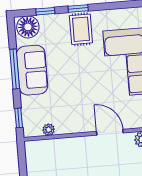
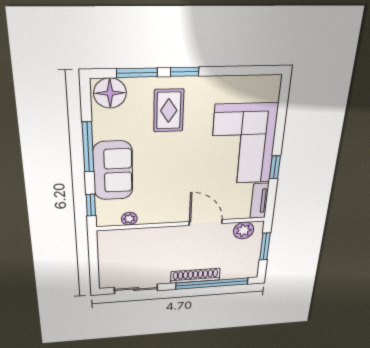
window: (45, 11) -> (137, 73), width x1.50
rug: (81, 29) -> (169, 111), moved
sofa: (32, 70) -> (113, 171), moved

